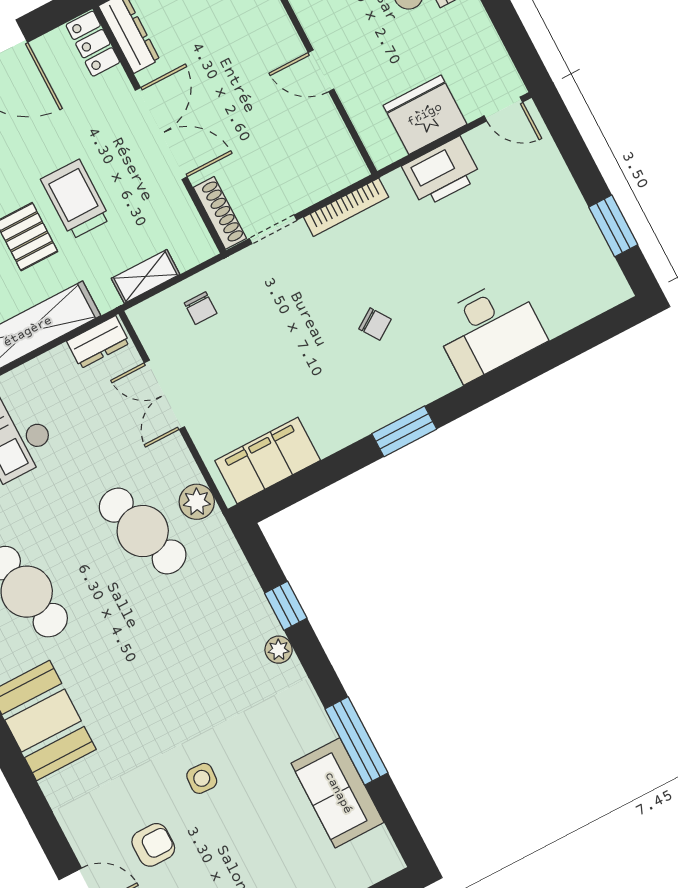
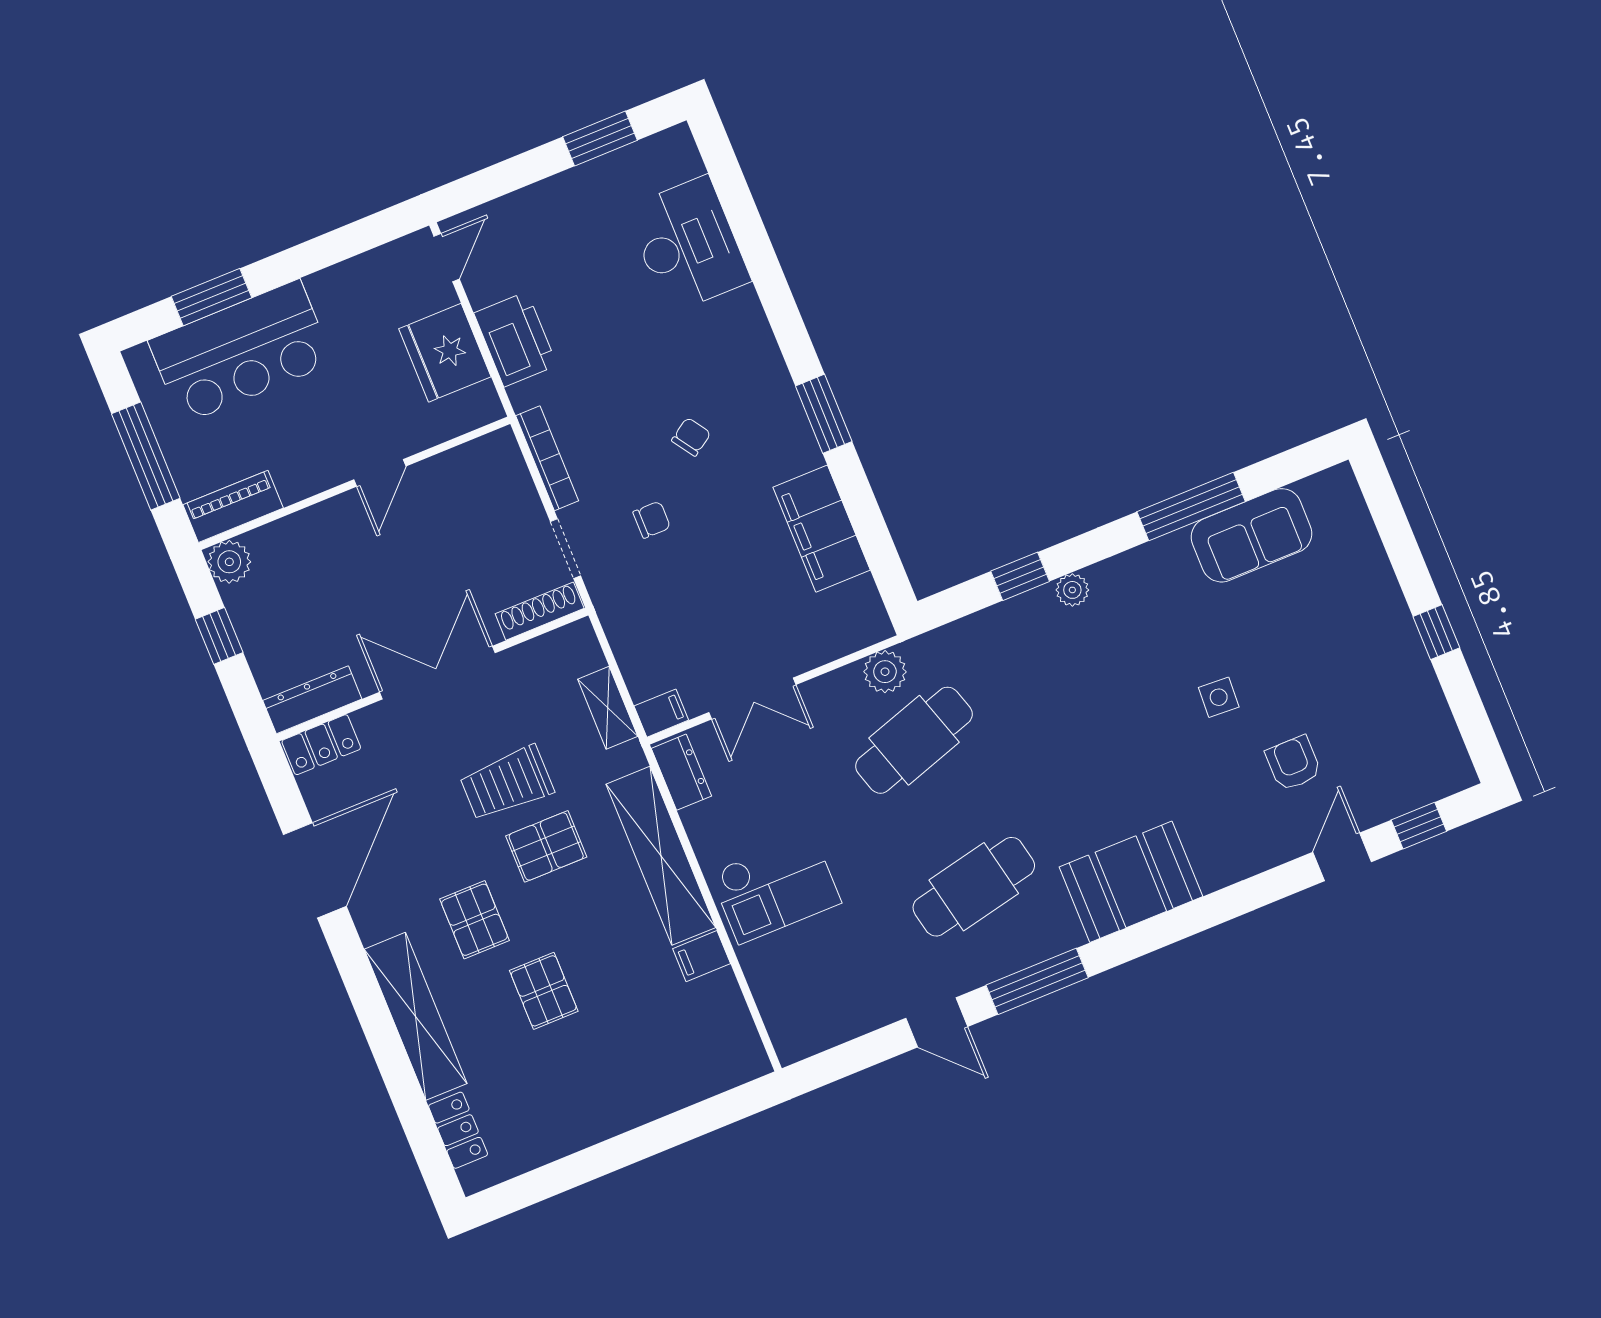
chair: (201, 308) -> (652, 520), moved
filing cabinet: (145, 321) -> (661, 713), added
desk: (489, 329) -> (688, 245), moved
filing cabinet: (268, 460) -> (822, 529), moved

